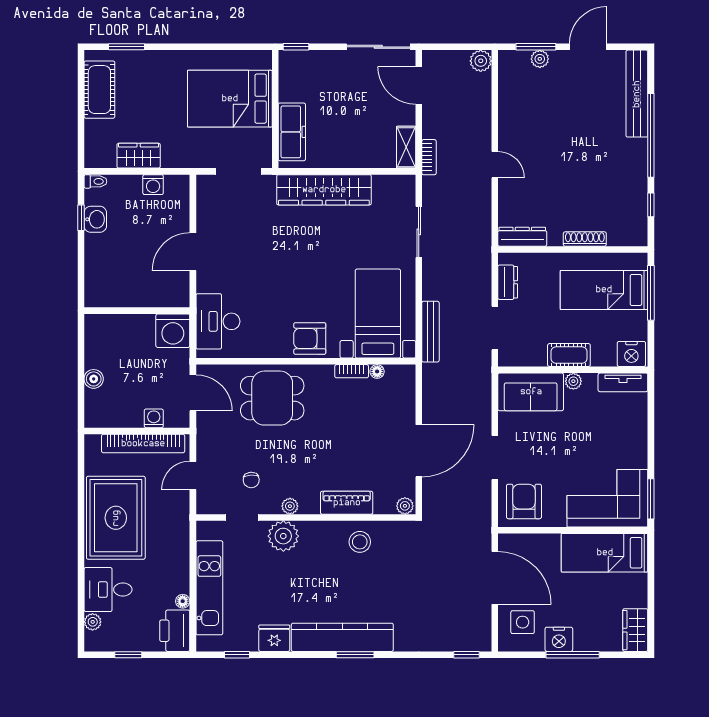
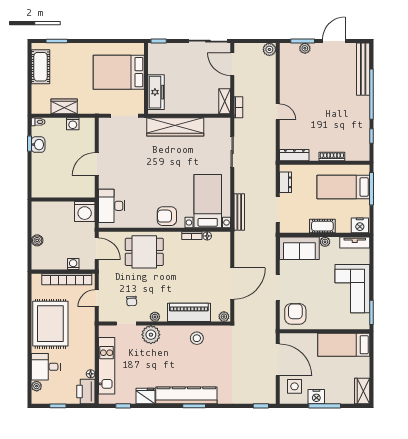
corner sofa: (607, 498) -> (352, 289), moved, turned -90
piano: (347, 503) -> (189, 312), width x1.37, depth x1.33

